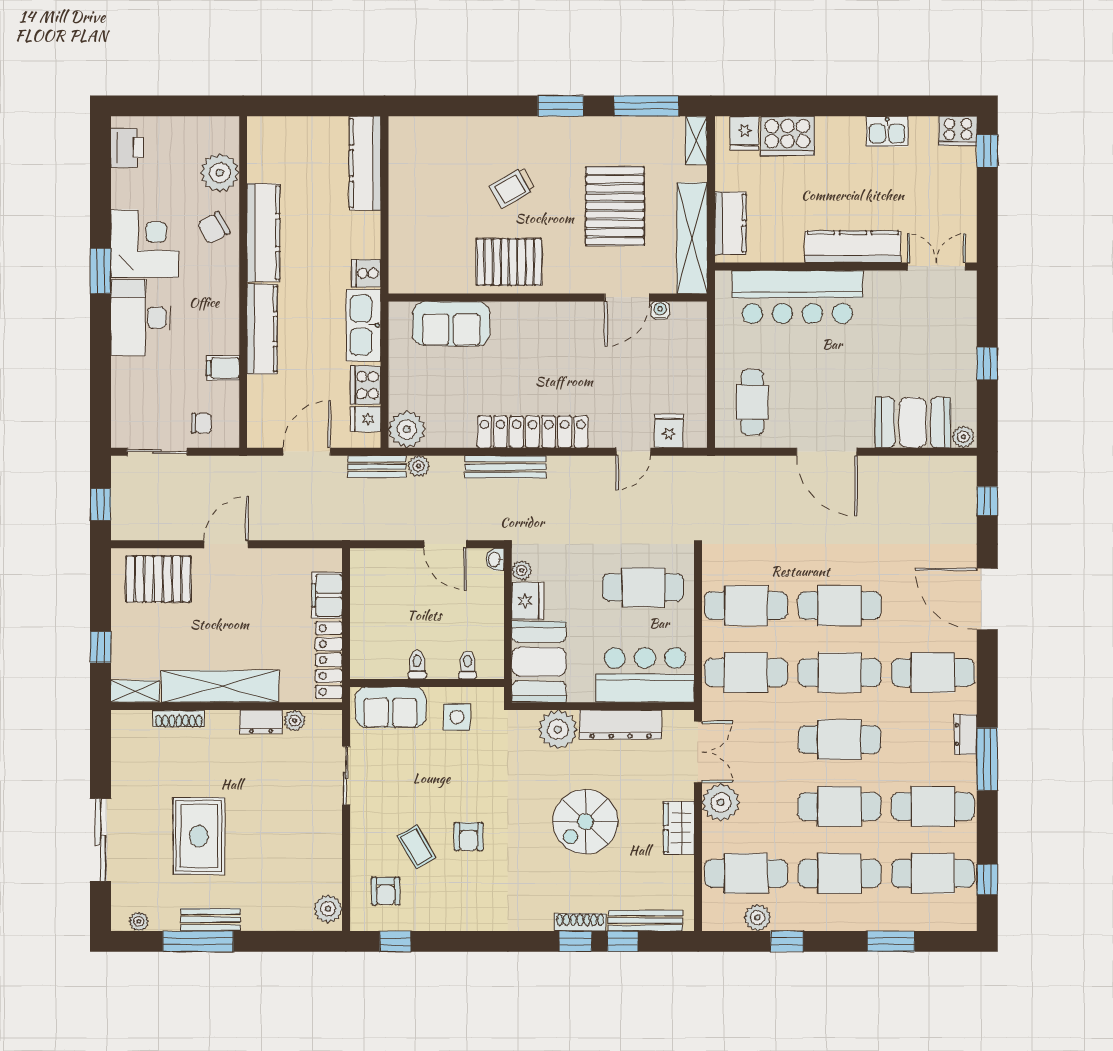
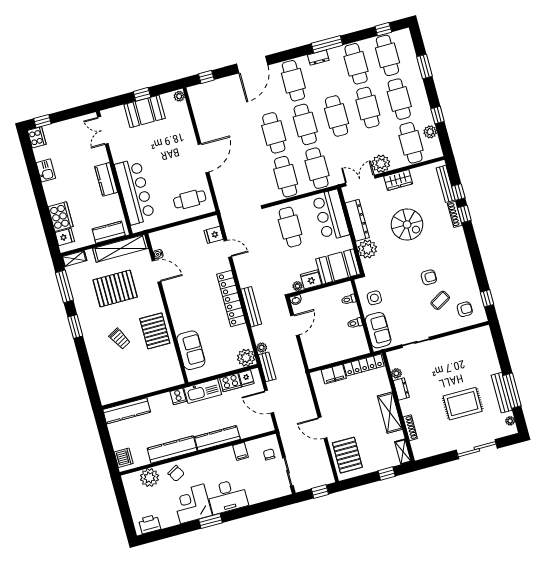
dishwasher: (273, 132) -> (124, 458), added
kitchen counter: (853, 247) -> (106, 179), width x0.67
booth: (913, 423) -> (145, 111), moved, turned 90
shelving: (220, 686) -> (390, 413), width x0.68
plant: (328, 909) -> (480, 334), removed
bench: (210, 920) -> (502, 393), width x1.36

